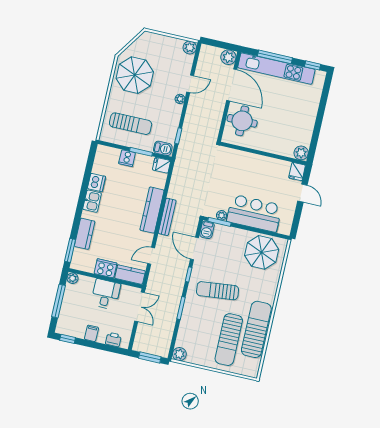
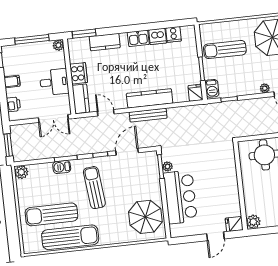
sun lounger: (131, 124) -> (225, 49), turned 90
cooker: (127, 158) -> (174, 34), moved, turned -90
barbecue: (207, 230) -> (62, 167), moved

